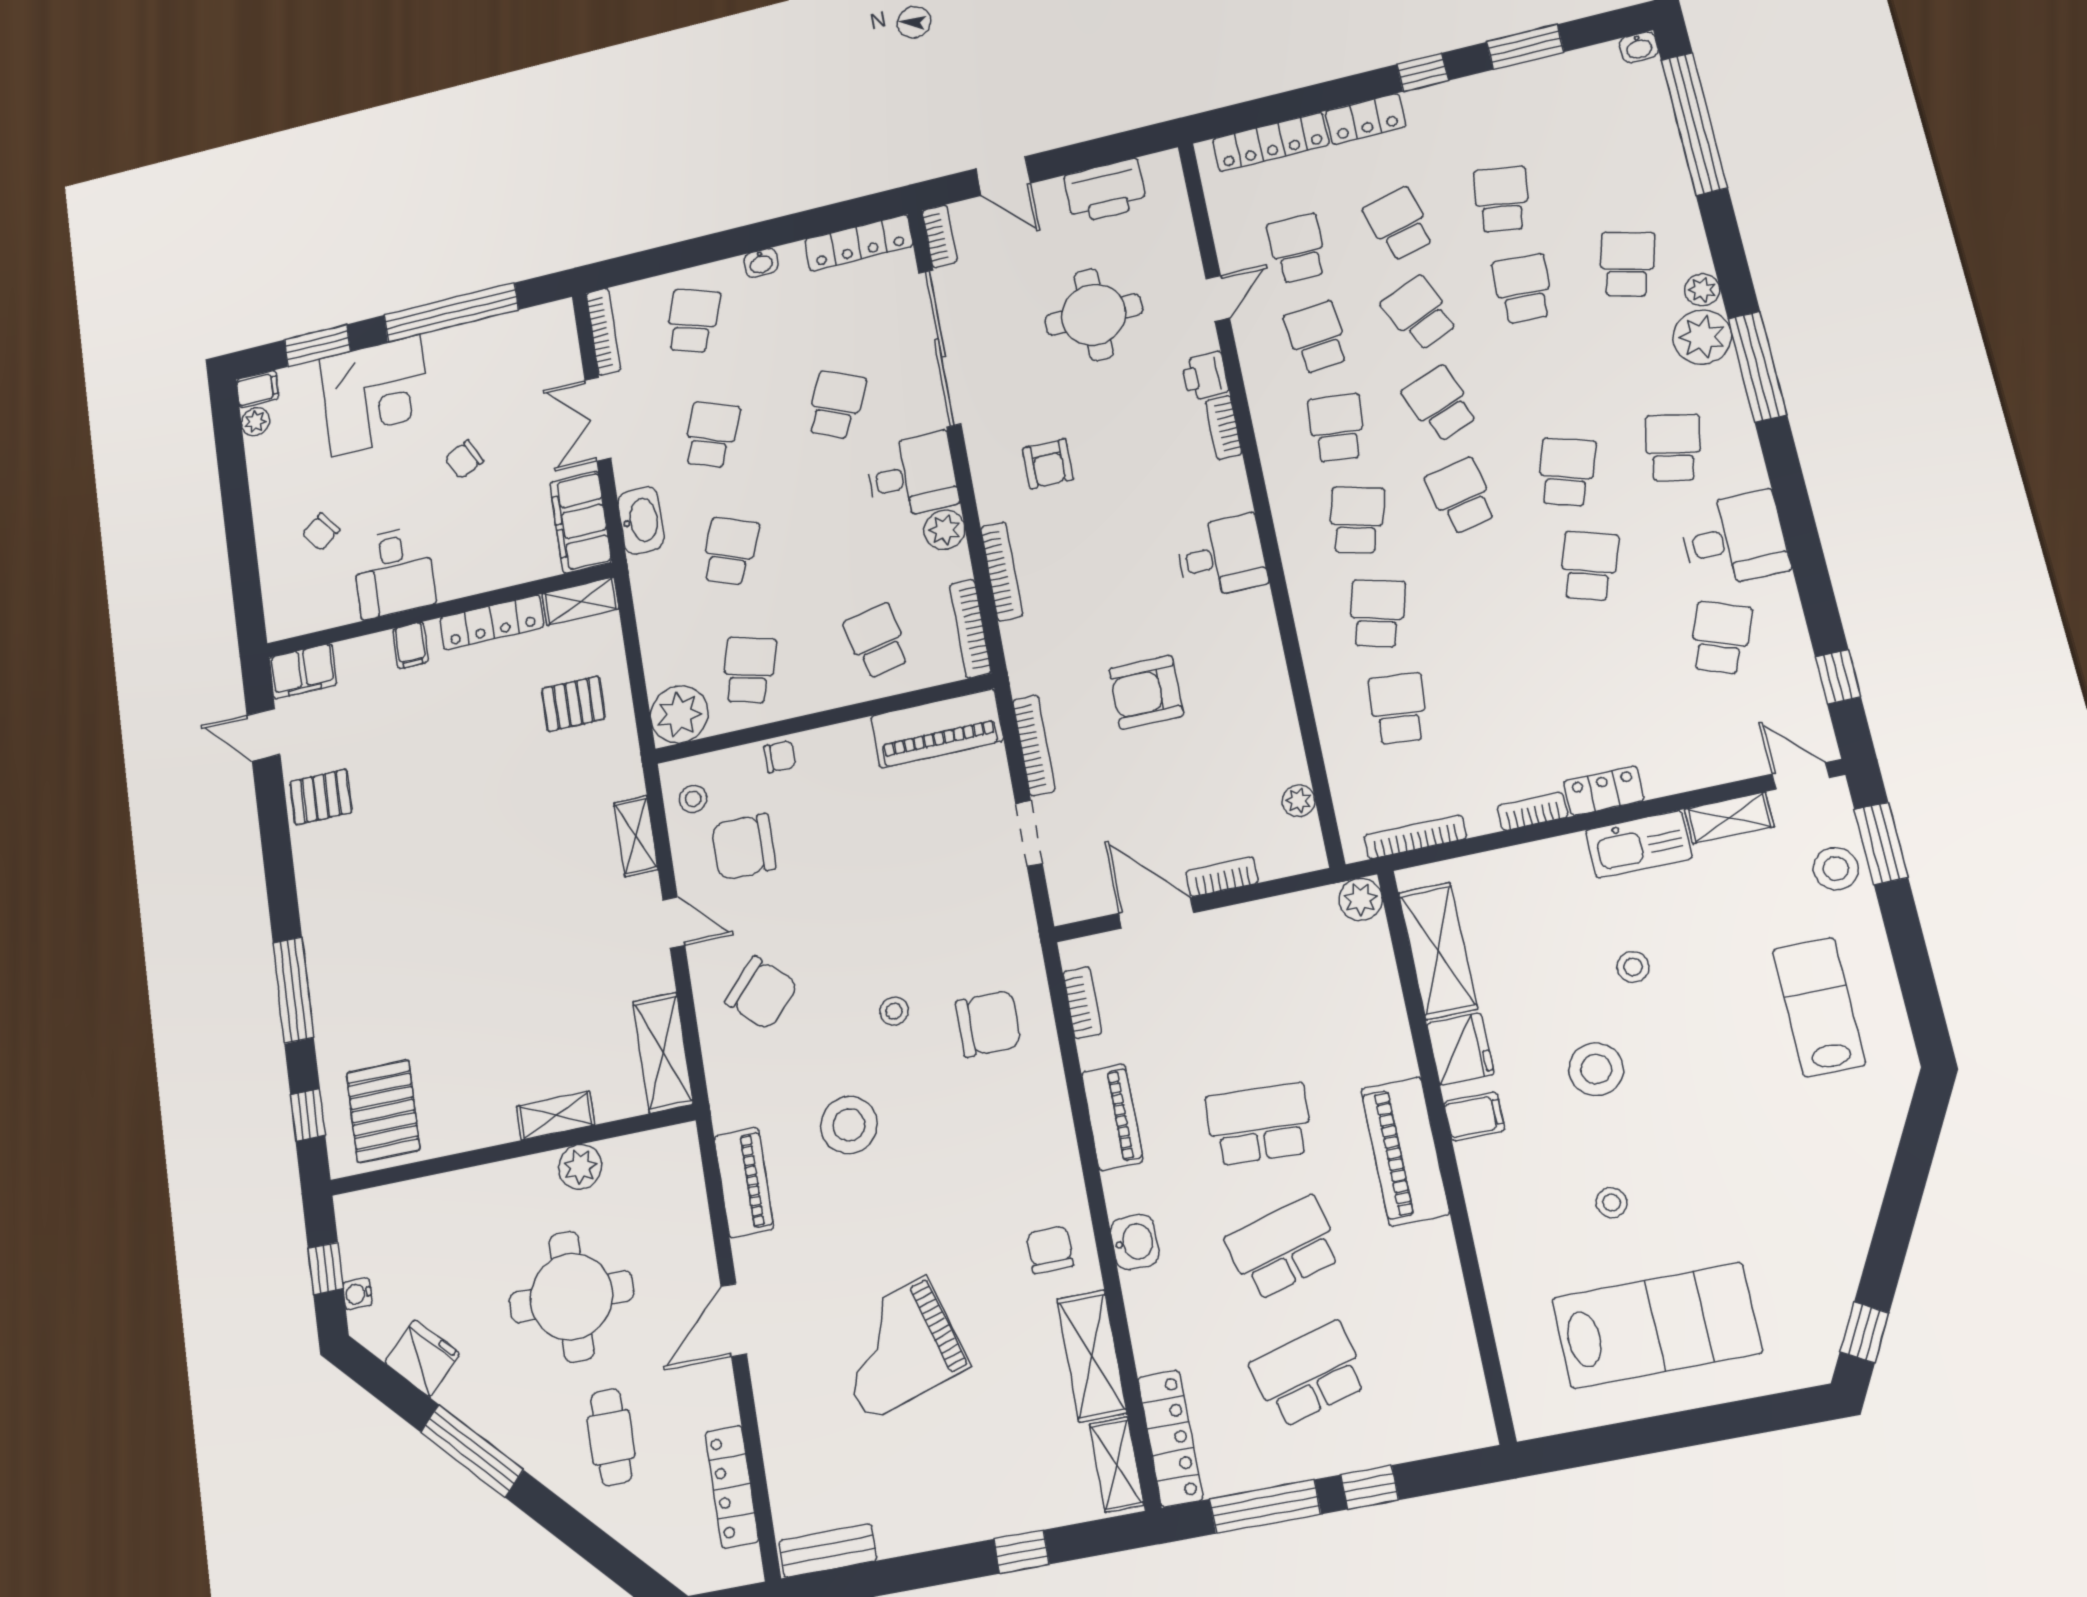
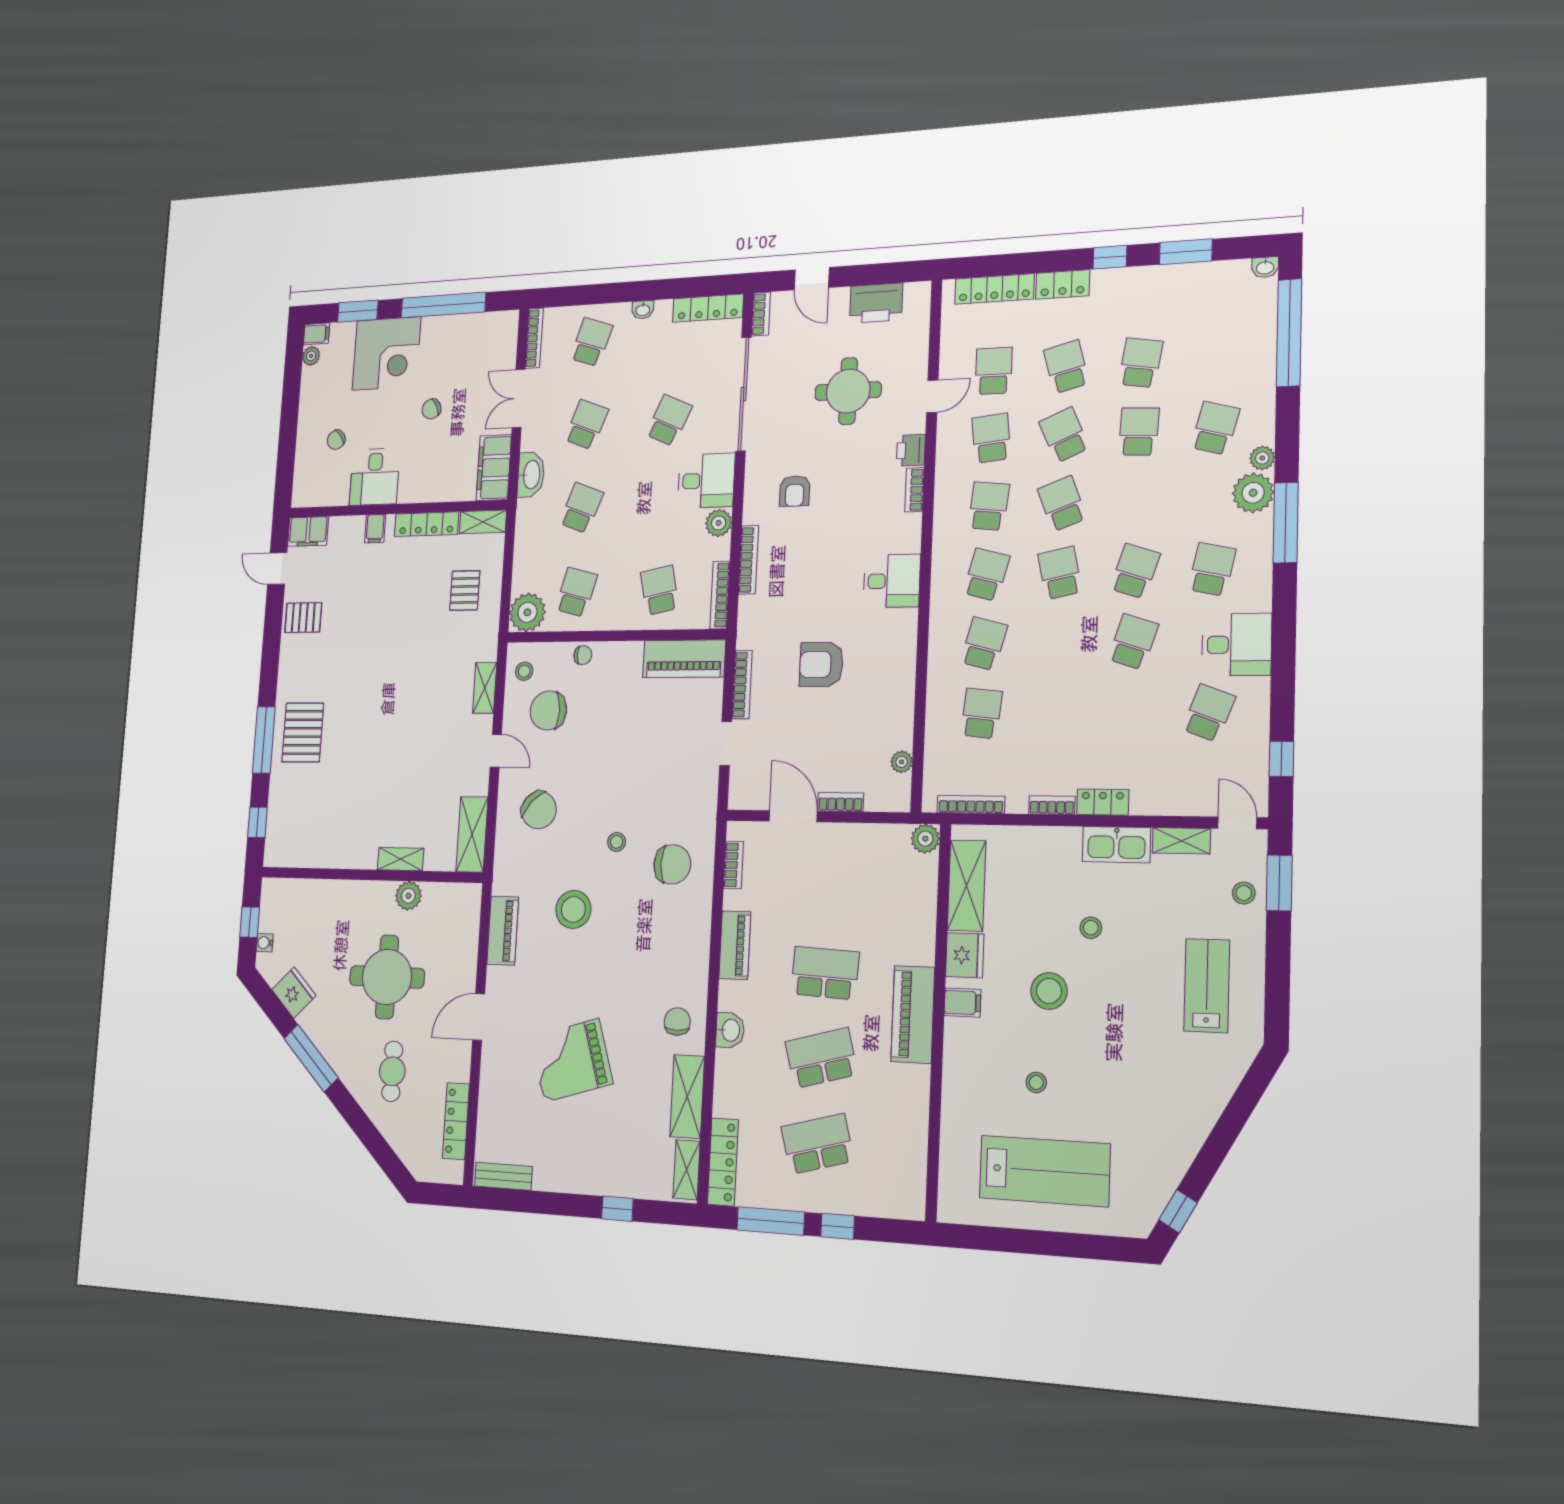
pallet: (573, 704) -> (465, 590), turned 90
stool: (1836, 869) -> (1244, 893), width x0.73, depth x0.73
pallet: (383, 1111) -> (303, 733), moved

